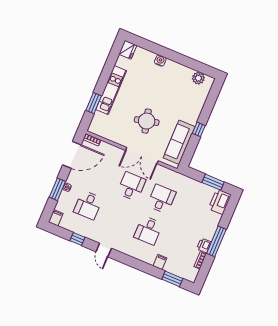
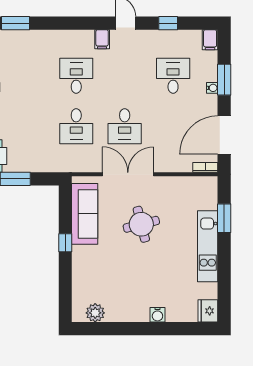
filing cabinet: (160, 262) -> (102, 39), moved

